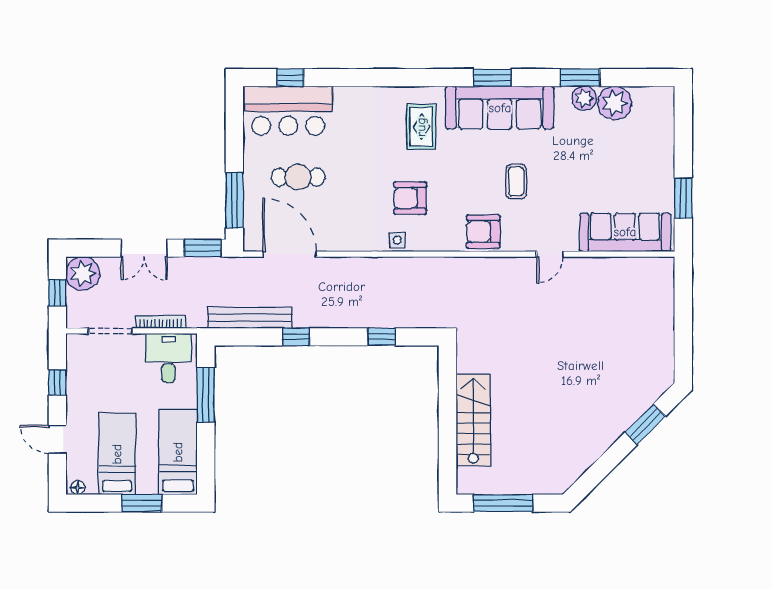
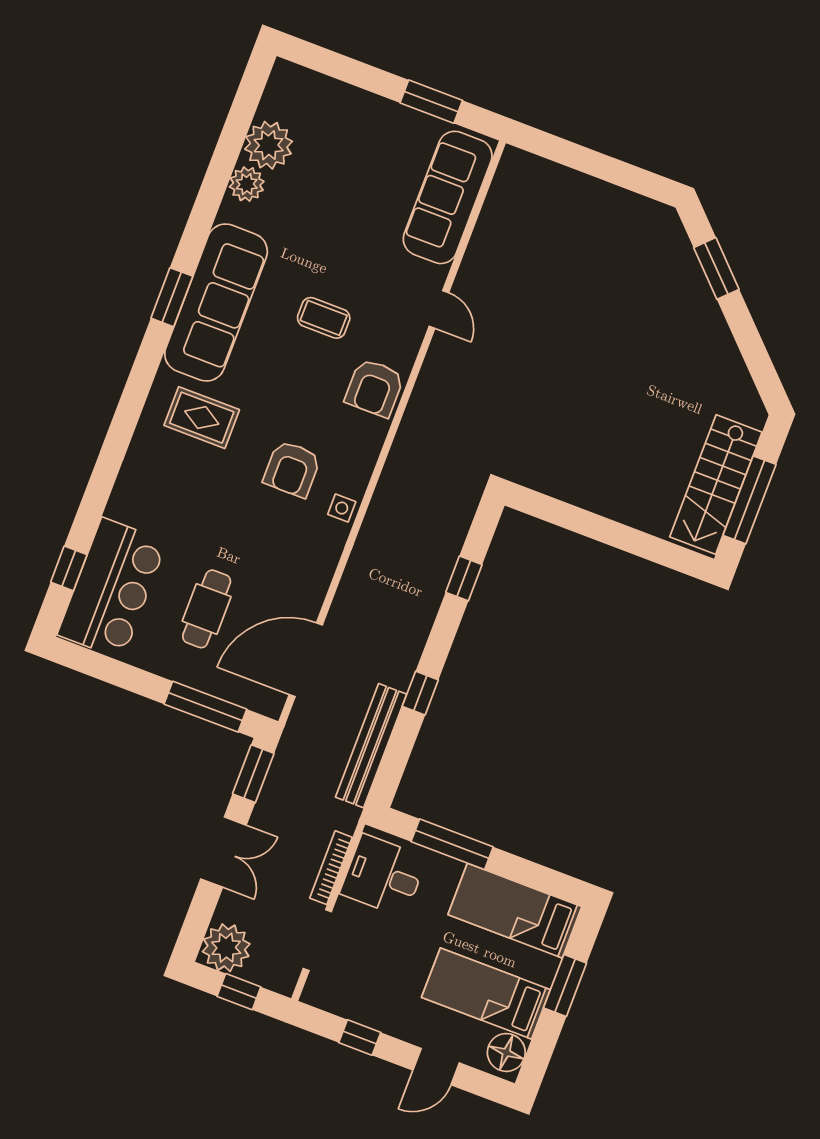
window: (580, 78) -> (217, 179), removed
stairs: (473, 420) -> (716, 485), moved, turned -90
floor lamp: (78, 488) -> (506, 1052), width x1.89, depth x1.89

